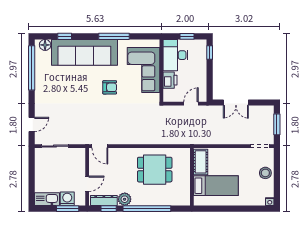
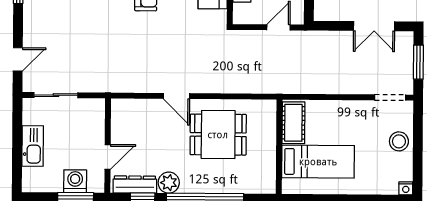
double door: (236, 102) -> (374, 26), moved
door: (100, 146) -> (176, 96), moved
kitchen sink: (47, 199) -> (33, 146), moved, turned 90

